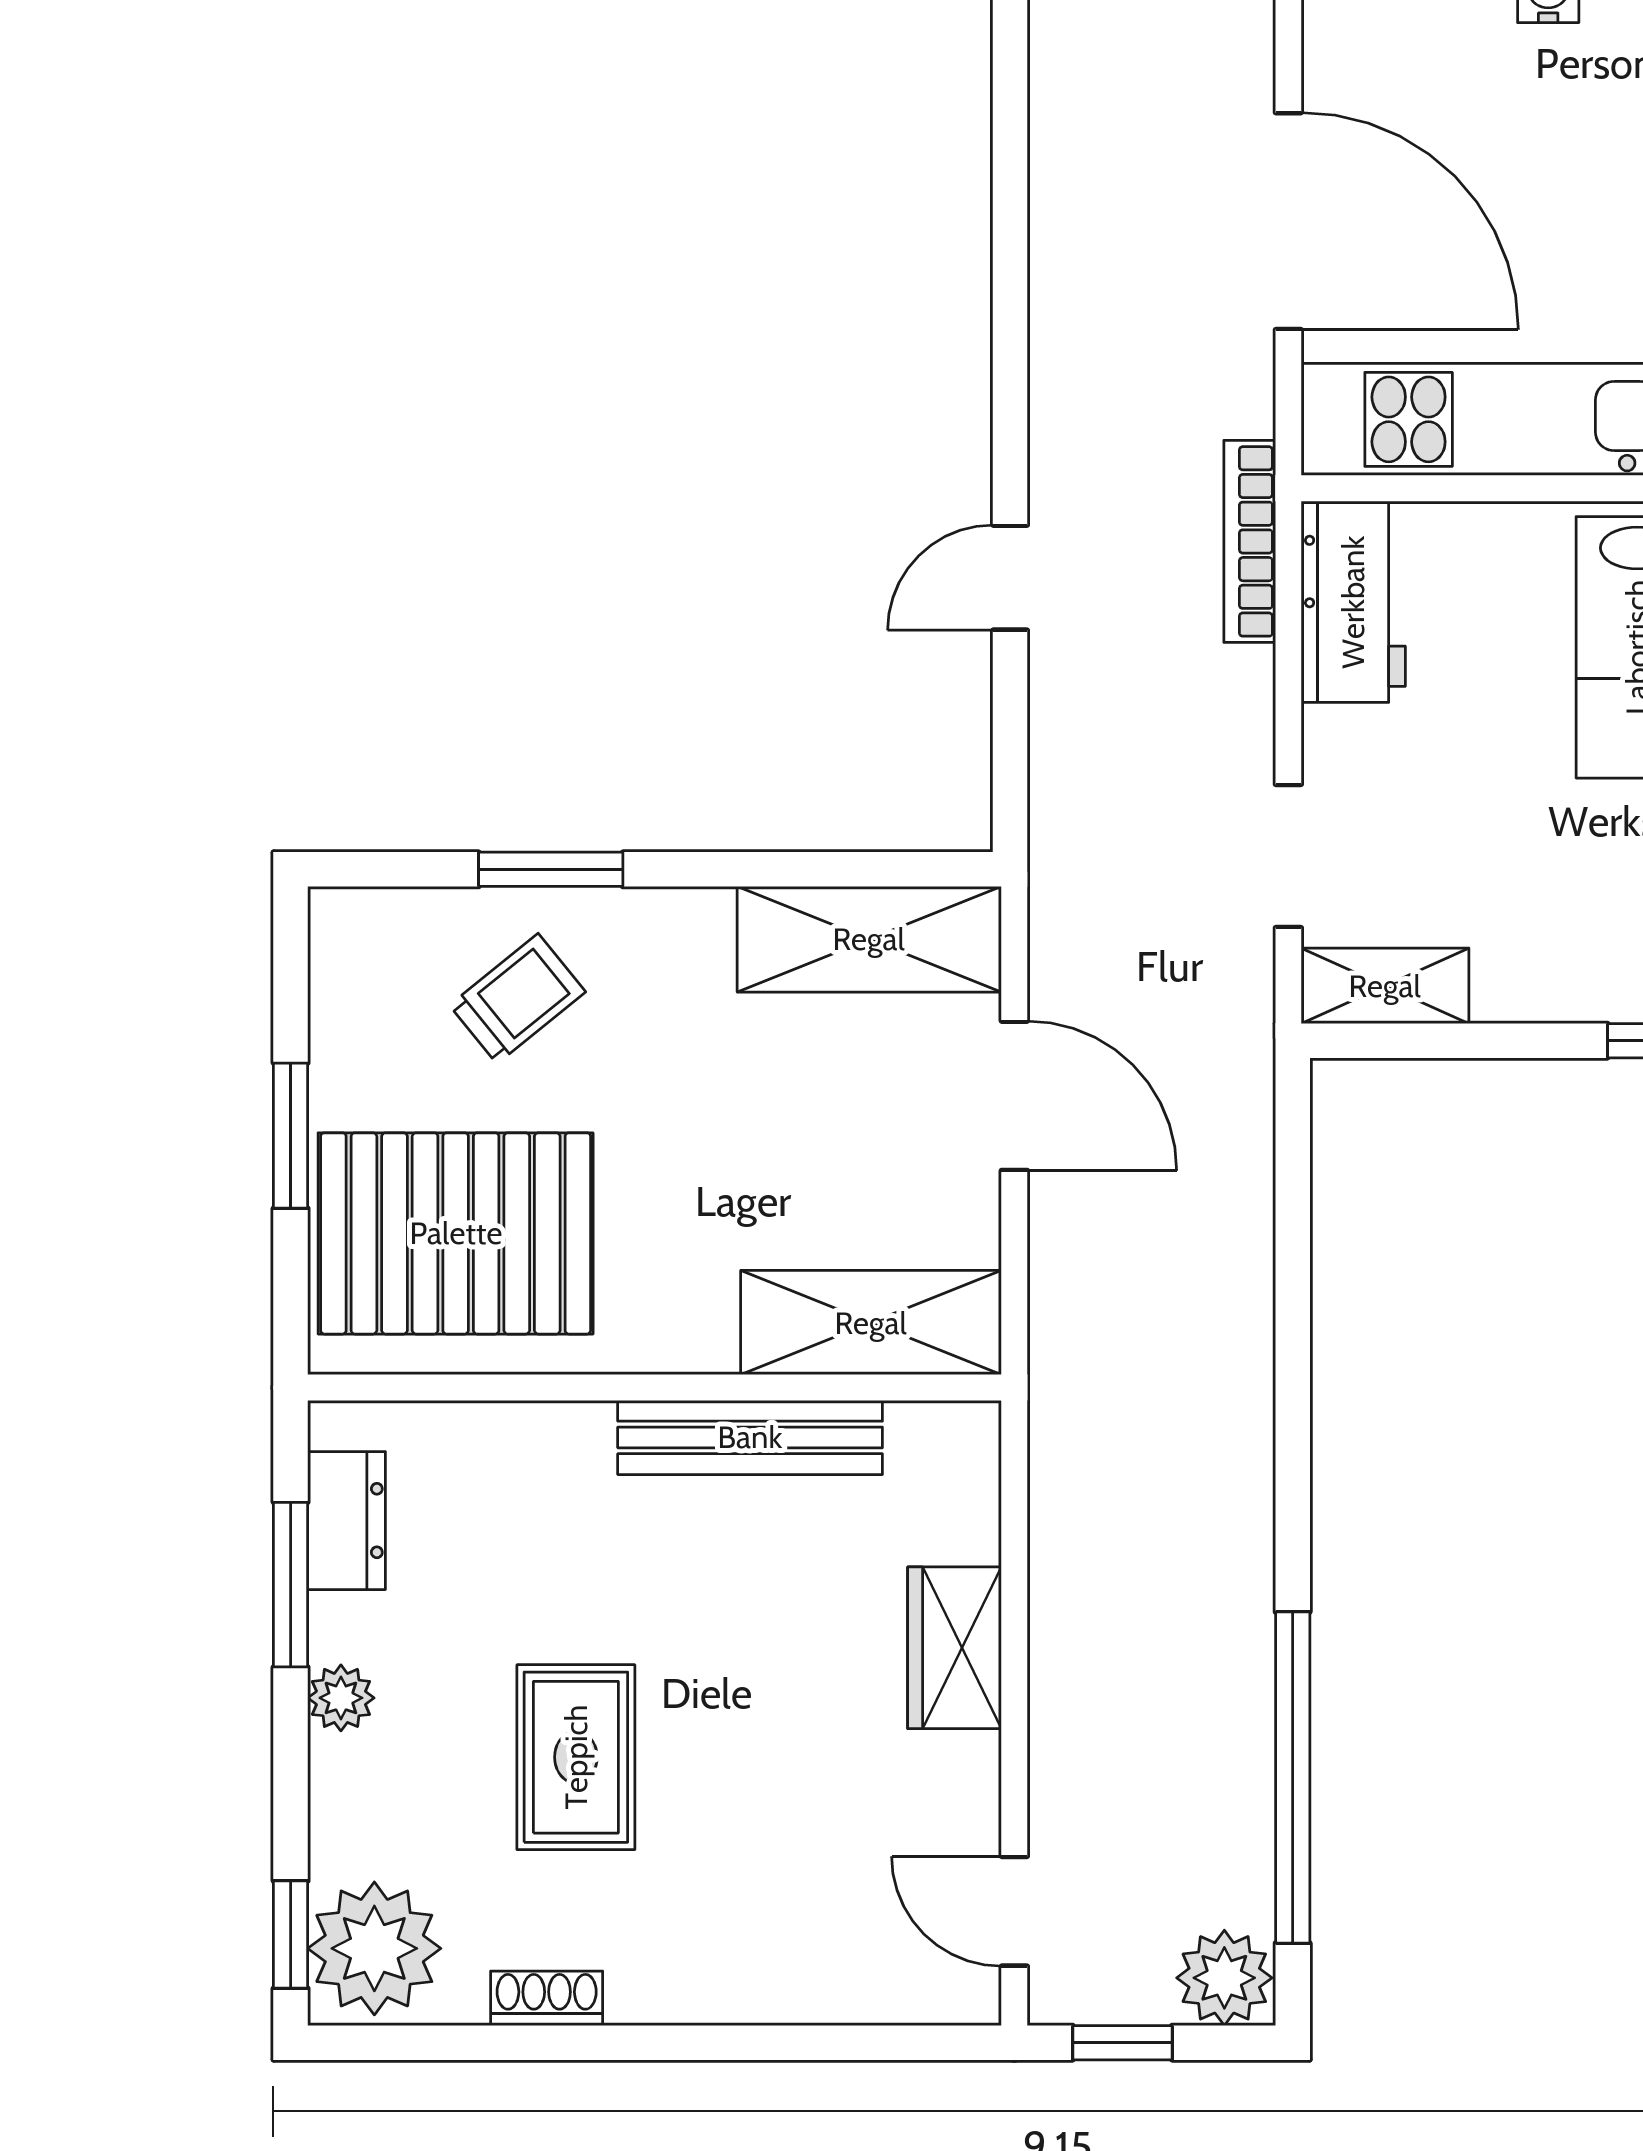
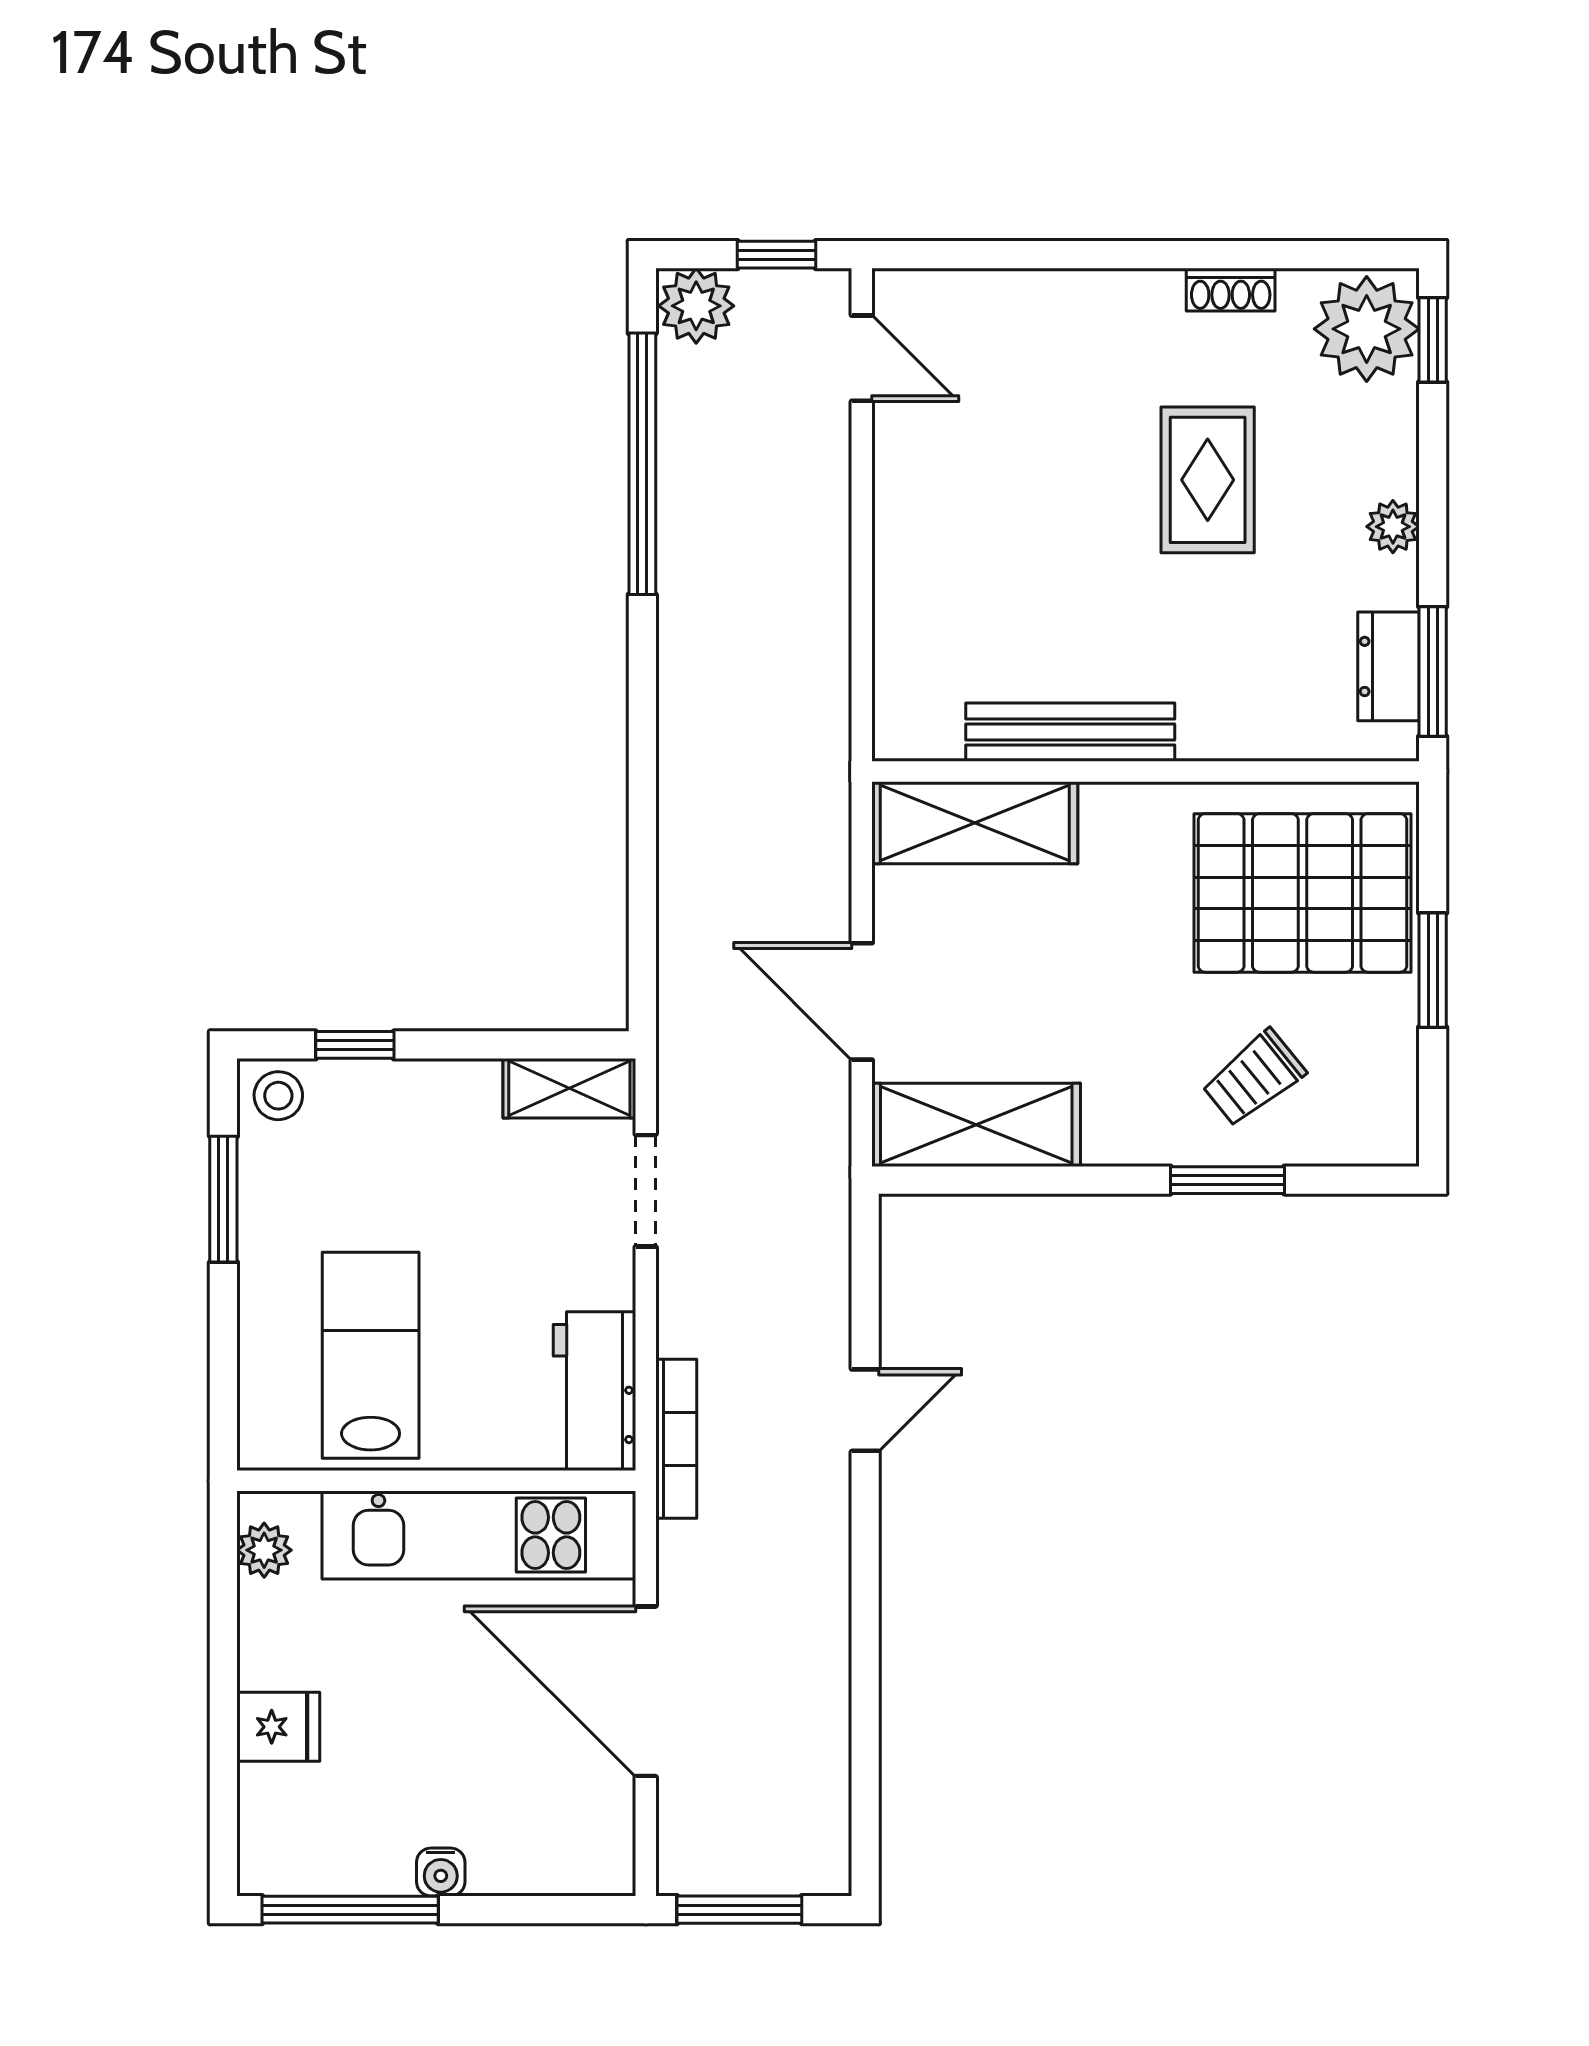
window: (291, 1585) -> (1433, 672), moved
wardrobe: (955, 1648) -> (909, 566), removed

